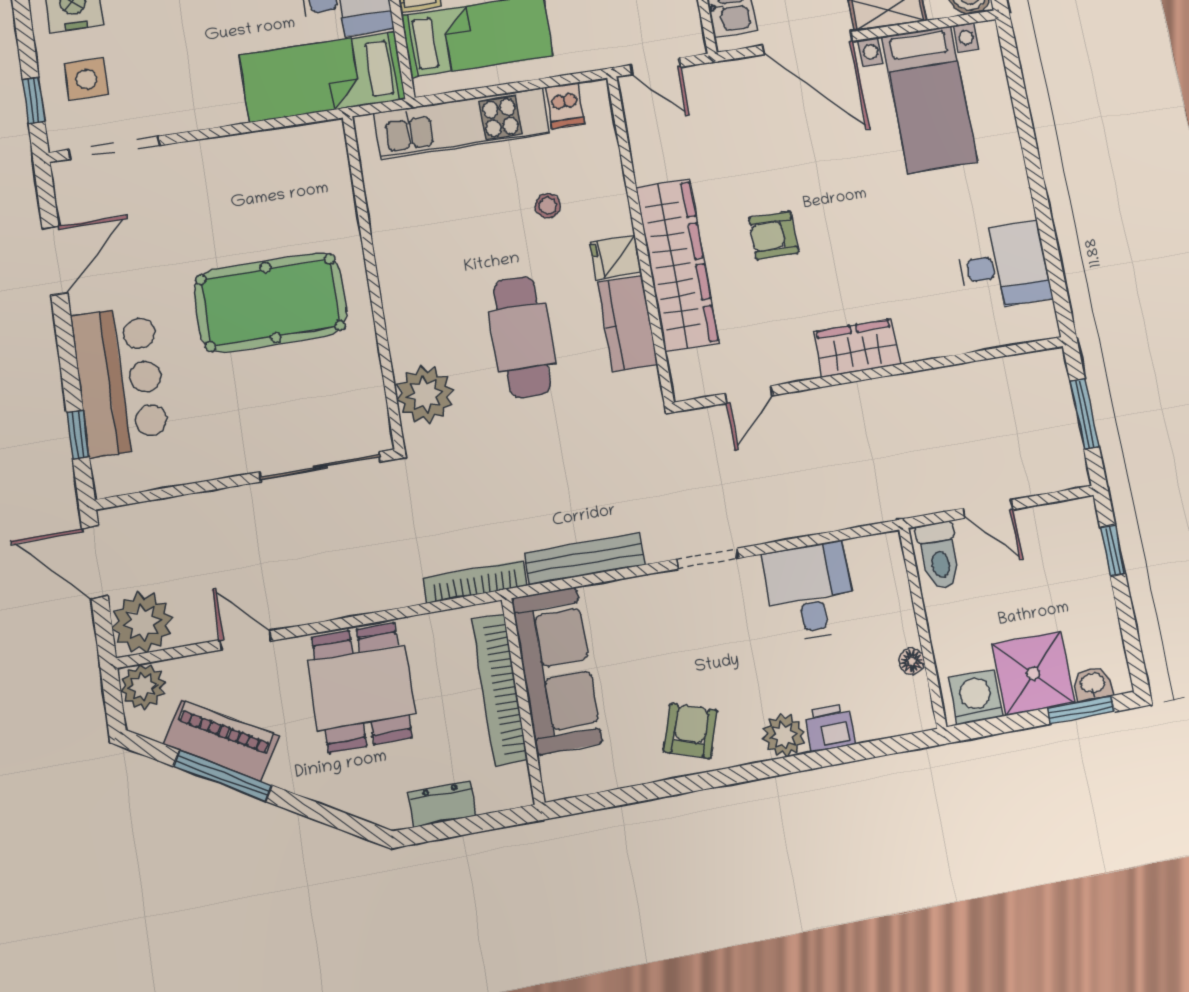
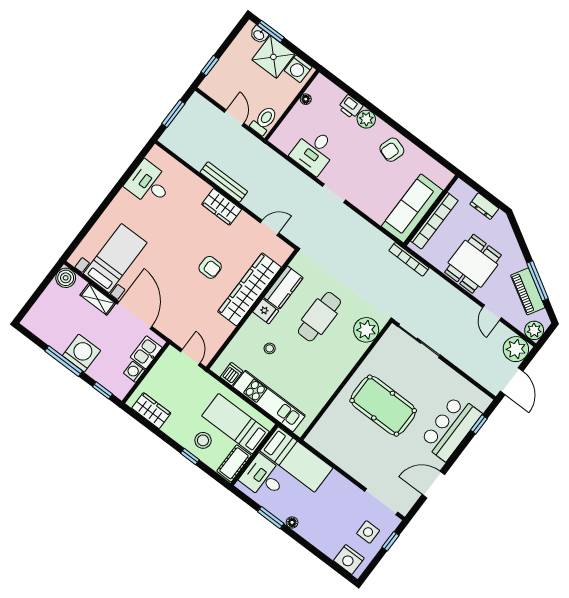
bench: (585, 559) -> (224, 182), moved

